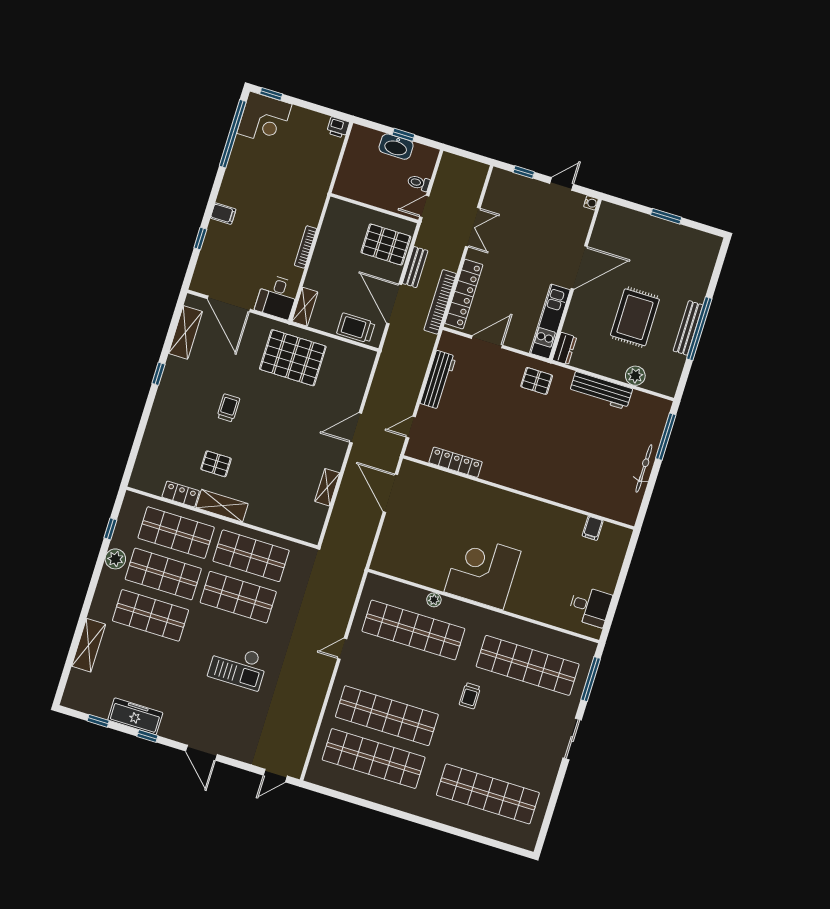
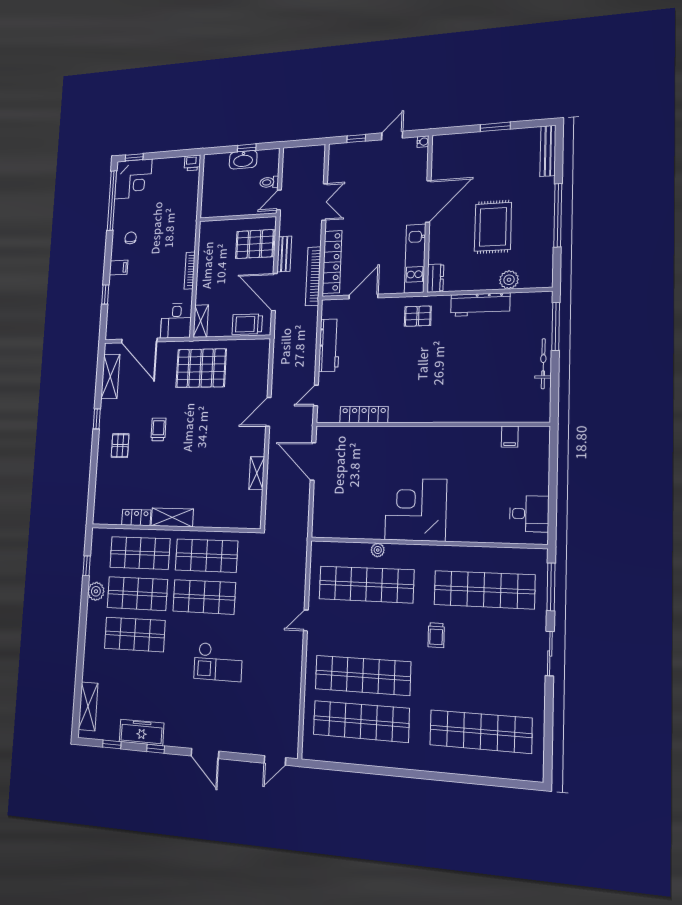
chair: (245, 185) -> (131, 238), added
bench: (688, 328) -> (548, 151), moved
pallet: (216, 464) -> (120, 446), moved, turned 90
shelving: (89, 645) -> (88, 706), moved

